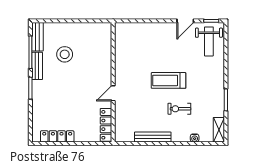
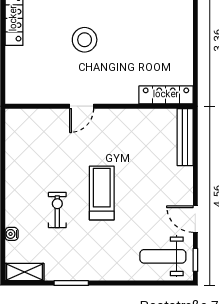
stool: (65, 54) -> (85, 40), moved
door: (113, 93) -> (82, 106), swing flipped
locker: (106, 125) -> (166, 95), moved
bench: (153, 137) -> (185, 137), moved

